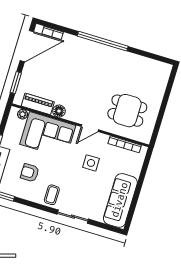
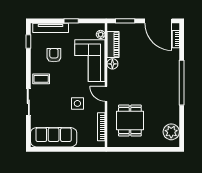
plant: (154, 69) -> (171, 132), added

